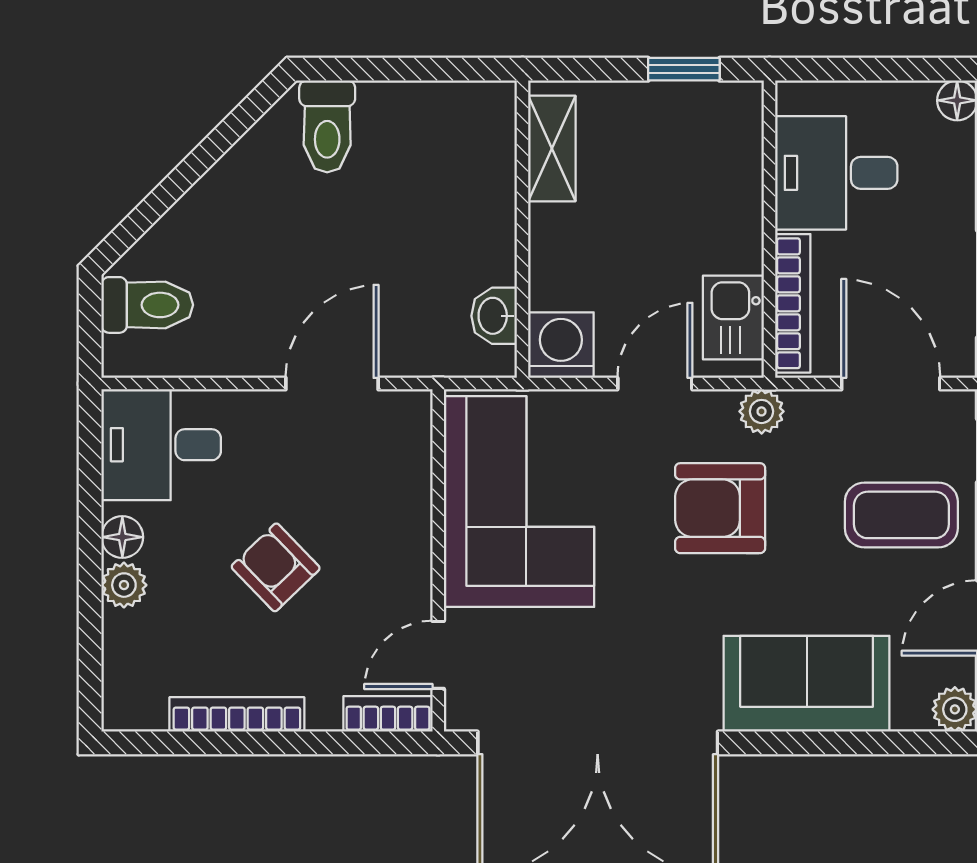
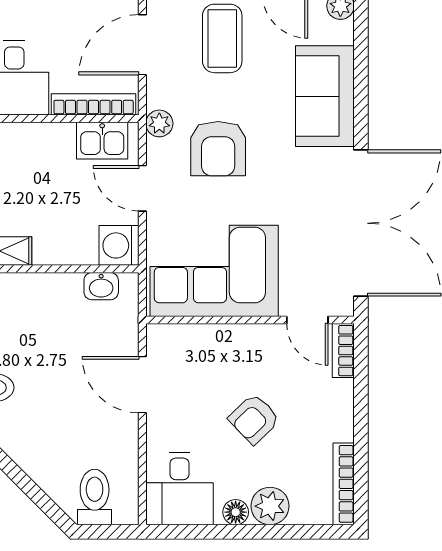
plant: (124, 585) -> (270, 506), width x1.38, depth x1.38
bookcase: (237, 714) -> (344, 484), moved

